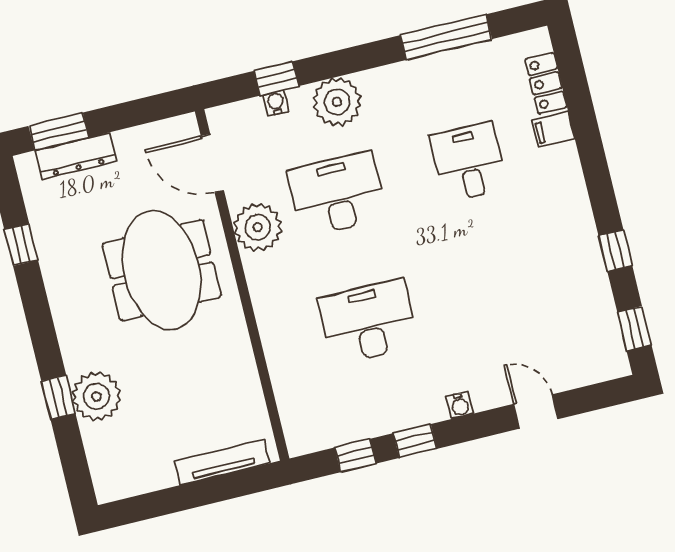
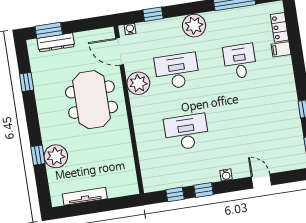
plant: (337, 102) -> (194, 26), moved
water cooler: (276, 103) -> (130, 29), moved
tv unit: (222, 462) -> (85, 196), moved

